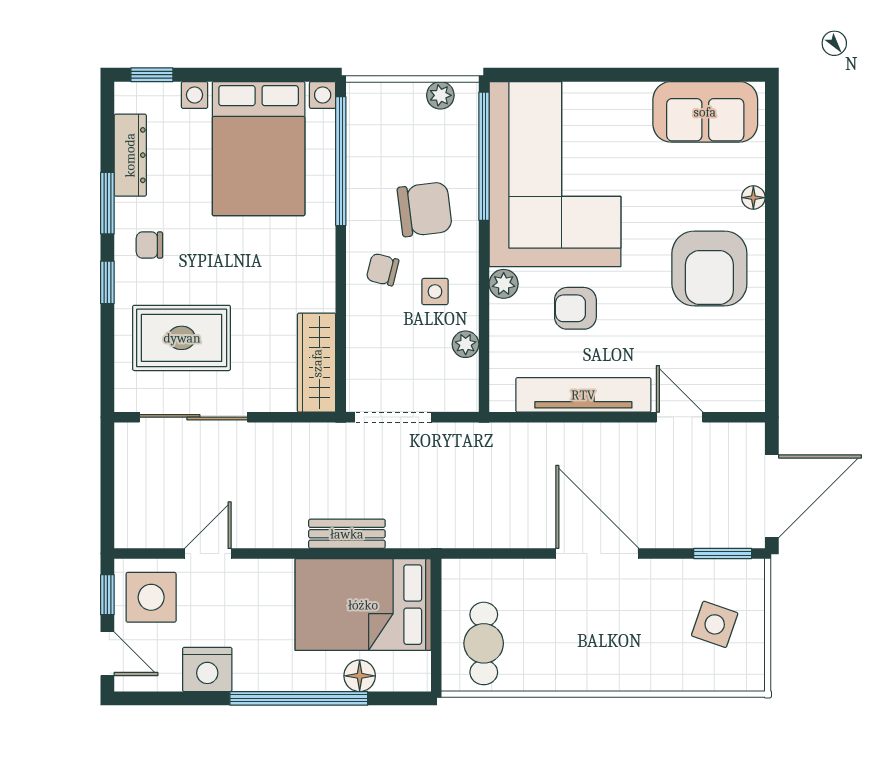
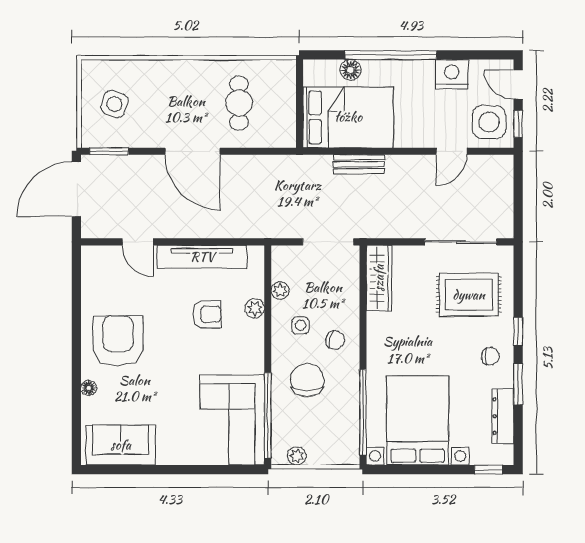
corner sofa: (555, 174) -> (232, 420), width x0.73, depth x0.74
chair: (425, 209) -> (307, 380), turned 97
plant: (504, 284) -> (255, 308), moved
cafe table: (484, 643) -> (239, 103), moved

